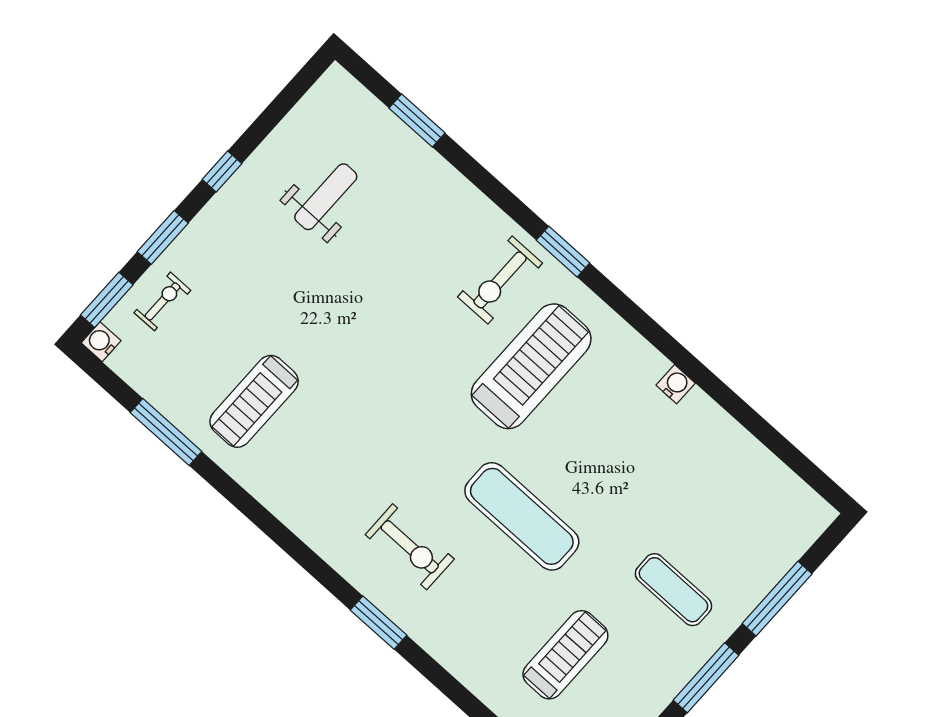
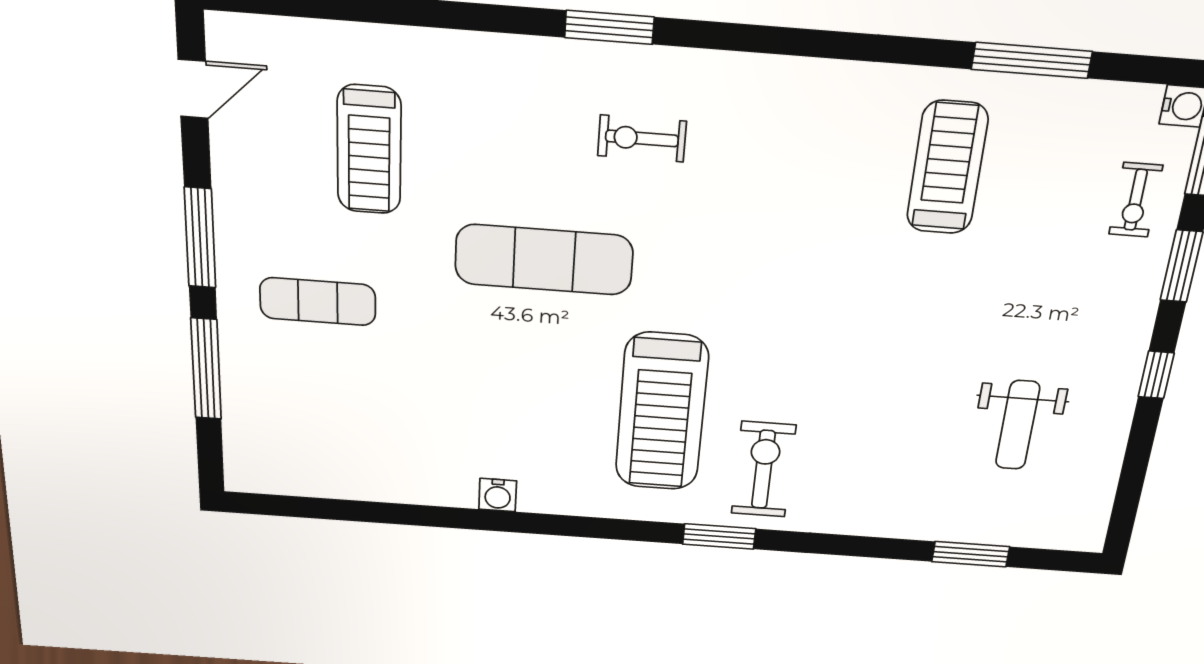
exercise bike: (410, 547) -> (642, 138), width x0.73, depth x0.72

